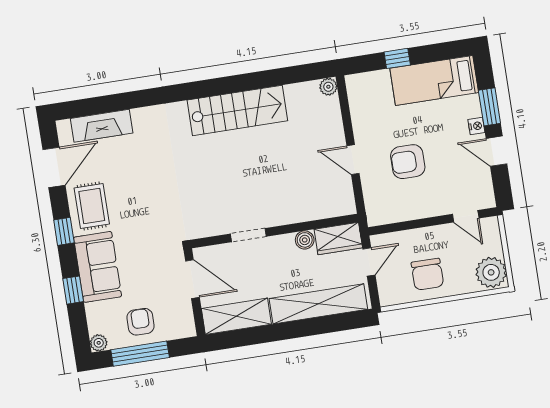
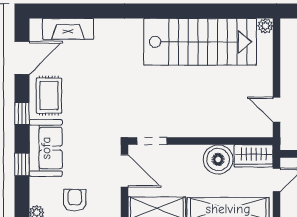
stairs: (237, 110) -> (200, 42), width x1.36, depth x1.51
door: (353, 160) -> (277, 110), moved
doorway: (248, 235) -> (152, 141), moved
boiler: (305, 240) -> (218, 159), width x1.86, depth x1.86

